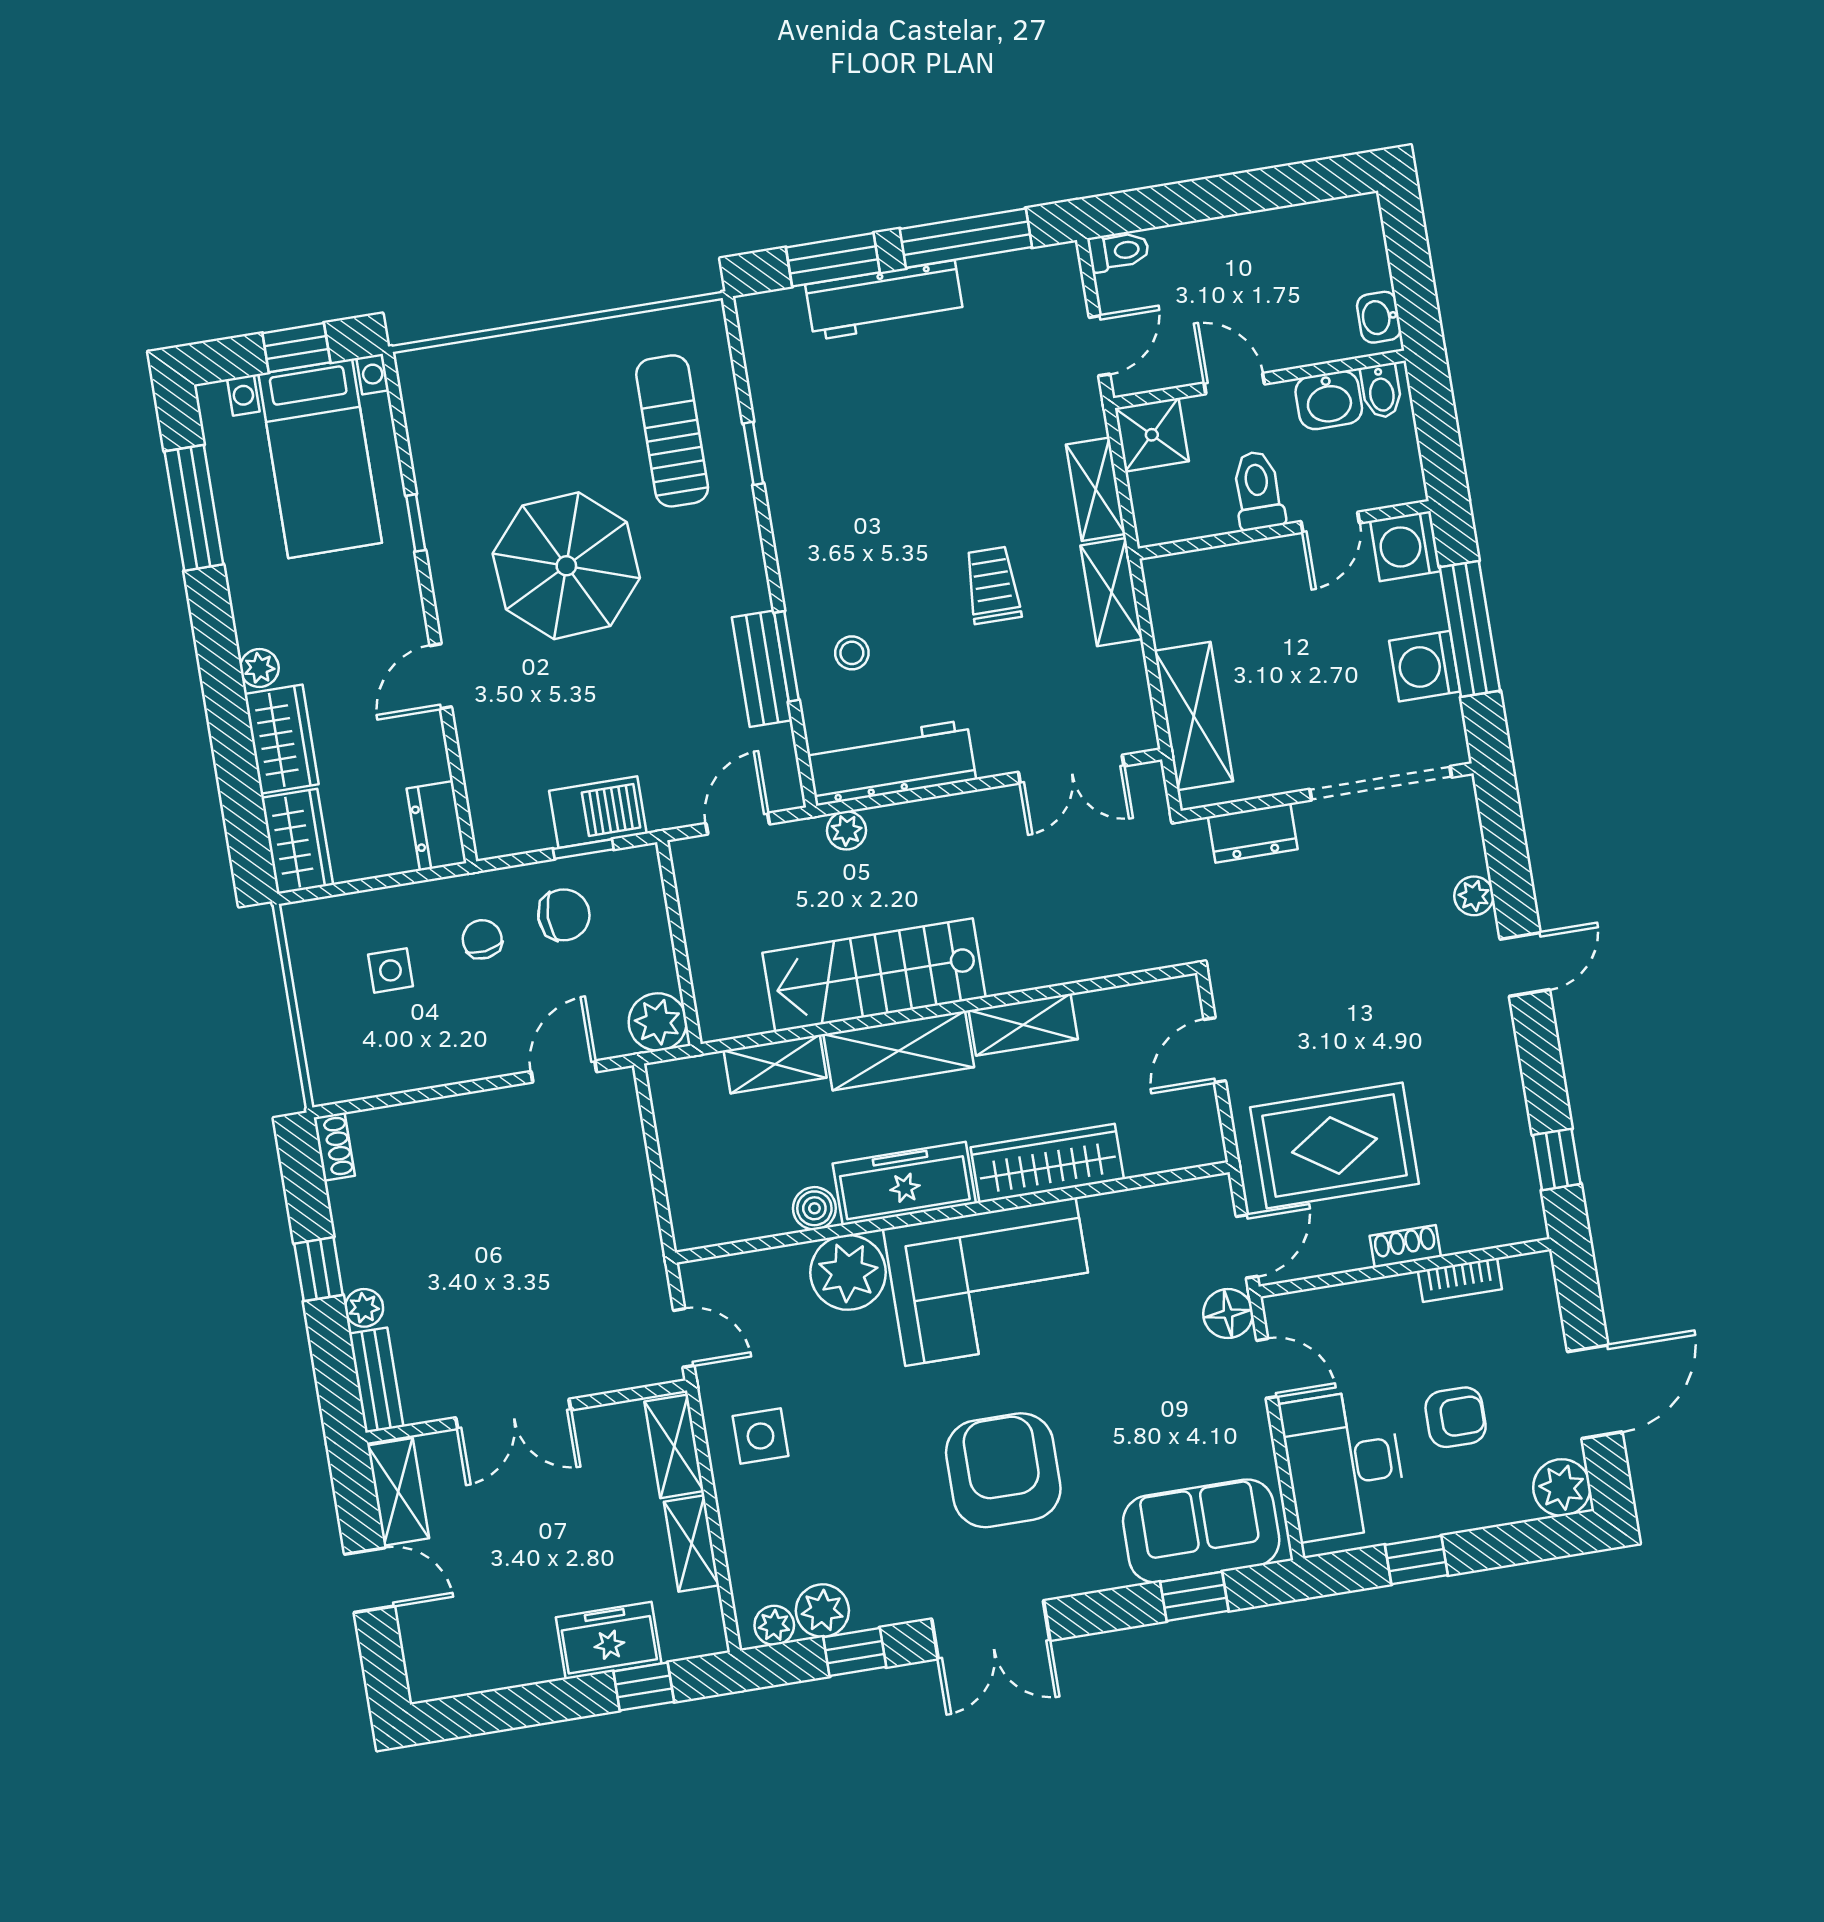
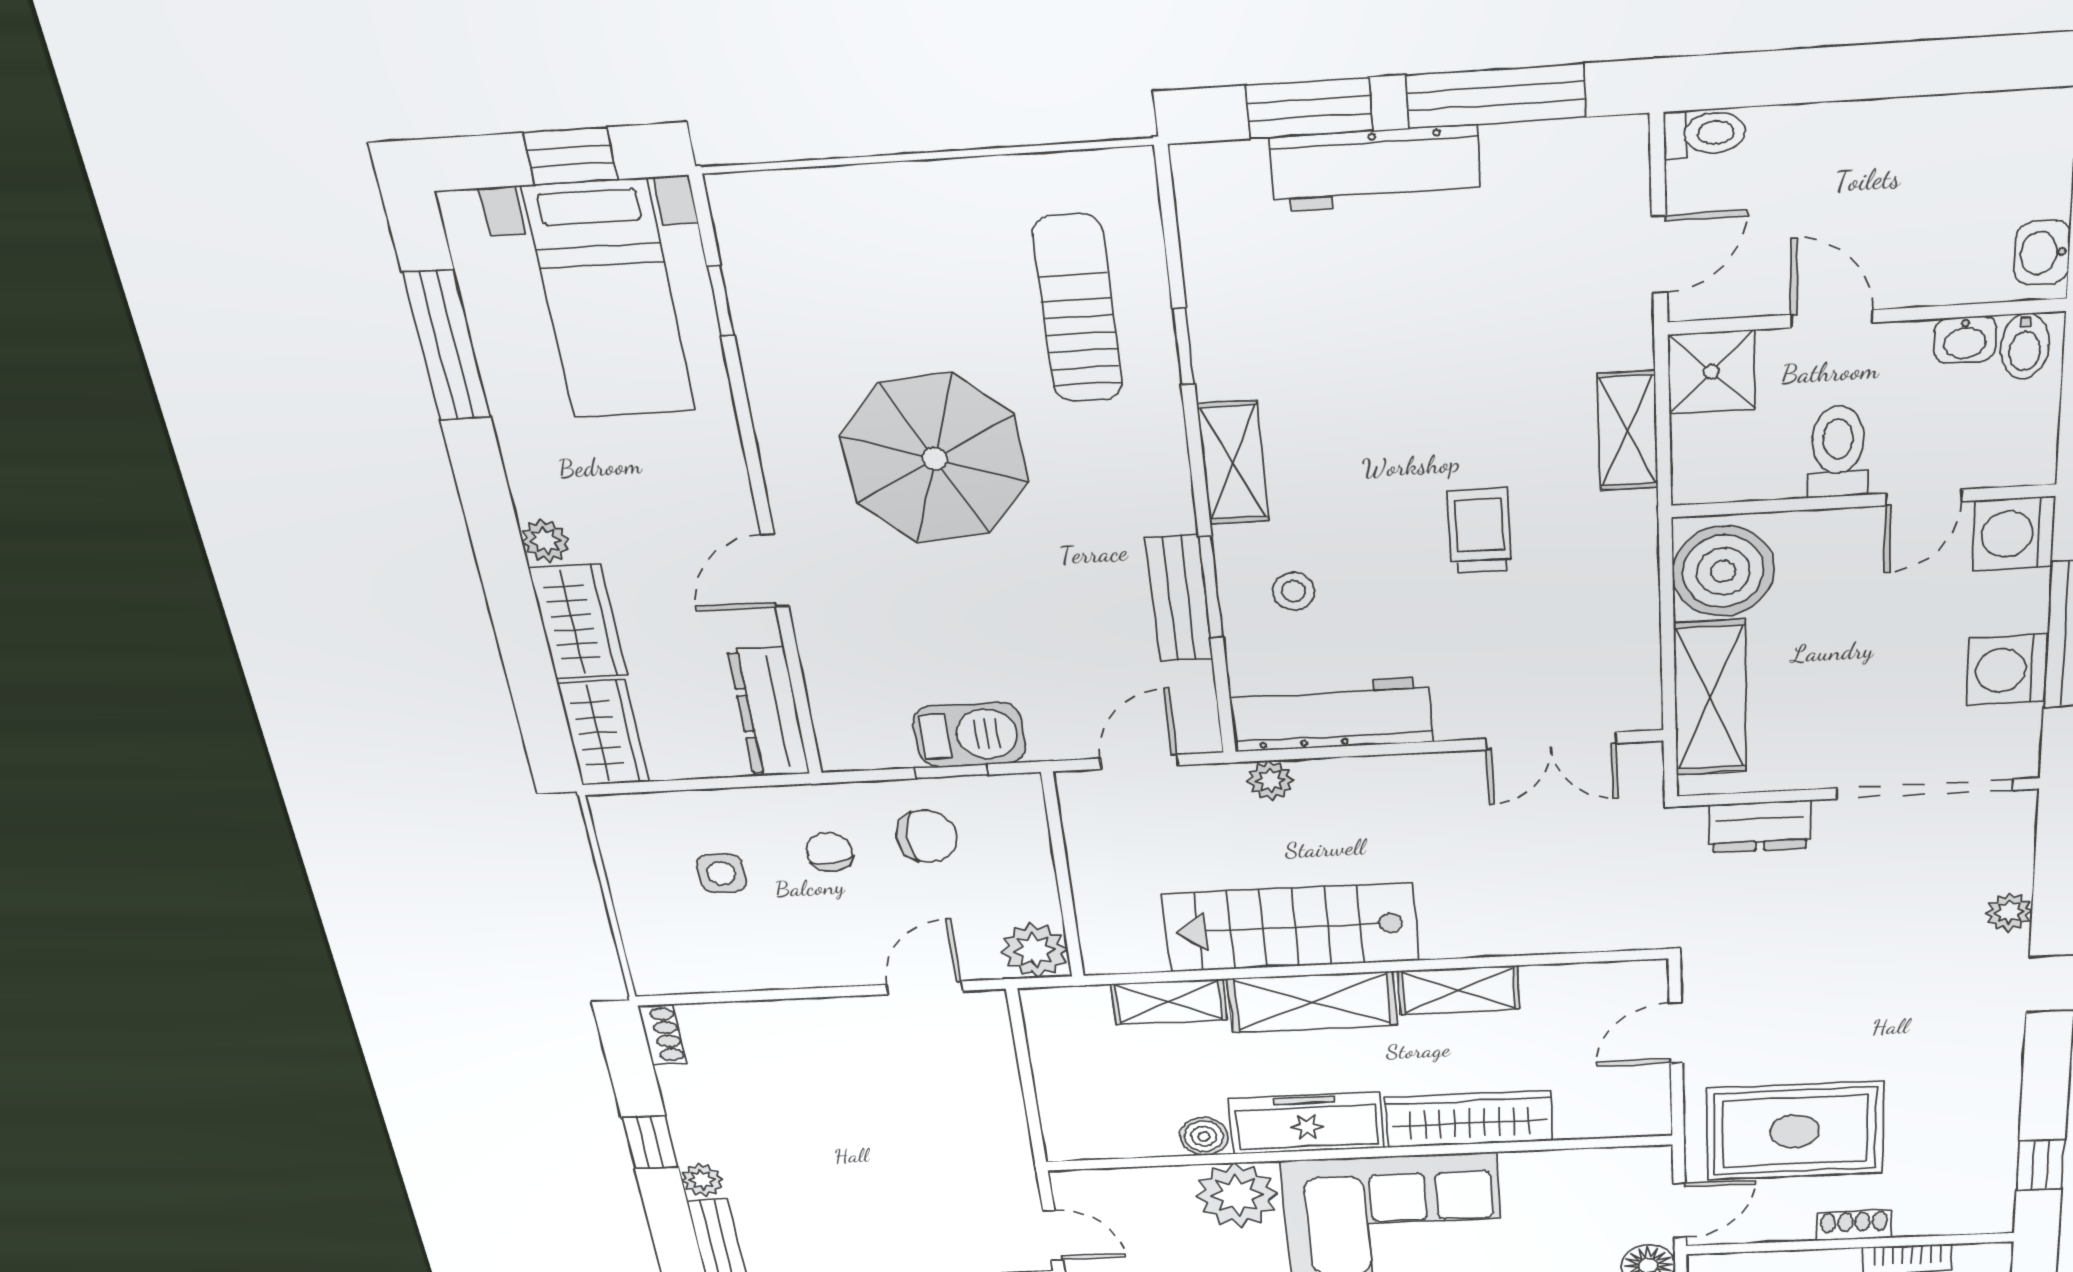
washbasin: (1329, 400) -> (1965, 340), width x0.72, depth x0.69
window: (416, 523) -> (721, 301), moved
shelving: (1111, 592) -> (1233, 463), moved
boiler: (1186, 601) -> (1723, 571), added
dresser: (437, 826) -> (769, 712), width x1.44

